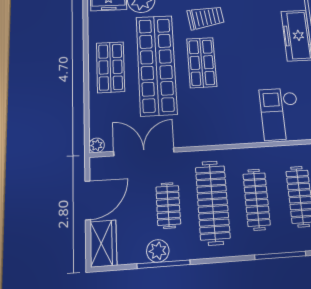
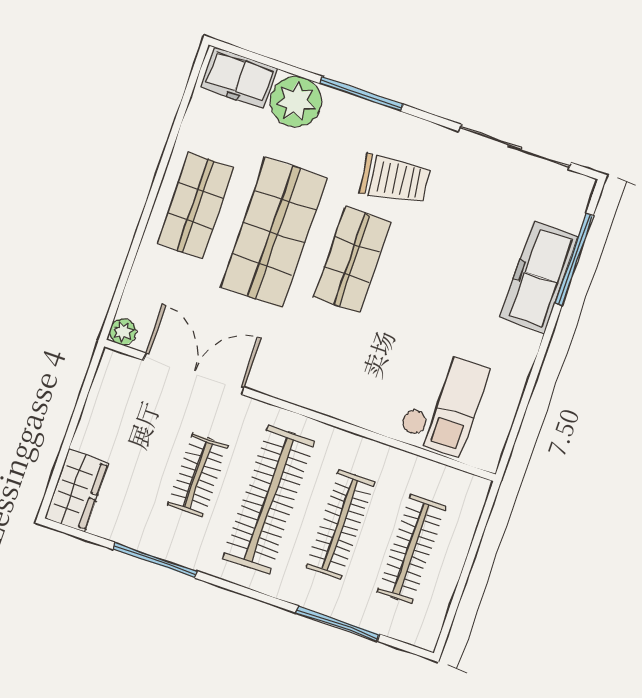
shop shelf: (156, 65) -> (274, 232), width x0.71
checkout: (280, 114) -> (443, 403), turned 180
door: (88, 200) -> (77, 415), removed
plant: (158, 251) -> (154, 537), removed

